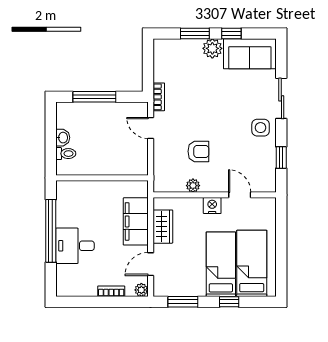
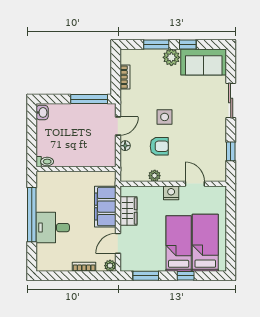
window: (94, 97) -> (89, 99), moved
bookcase: (159, 97) -> (125, 77), moved
door: (151, 128) -> (118, 126), swing flipped
side table: (261, 128) -> (165, 117), moved
washbasin: (63, 138) -> (42, 112), moved
floor lamp: (159, 151) -> (125, 146), added
toilet: (66, 154) -> (45, 162), moved

